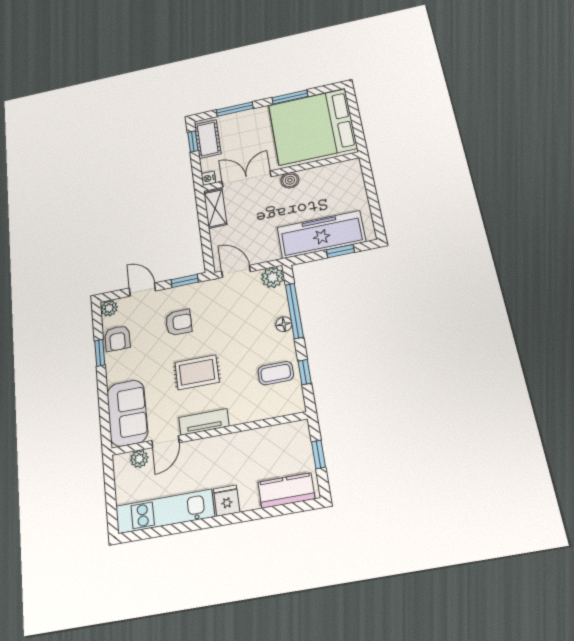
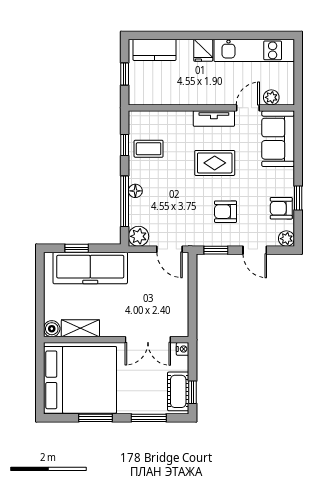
boiler: (290, 180) -> (52, 329), moved
shelving: (215, 208) -> (80, 328), moved, turned 90
armchair: (117, 338) -> (281, 208), turned -90

